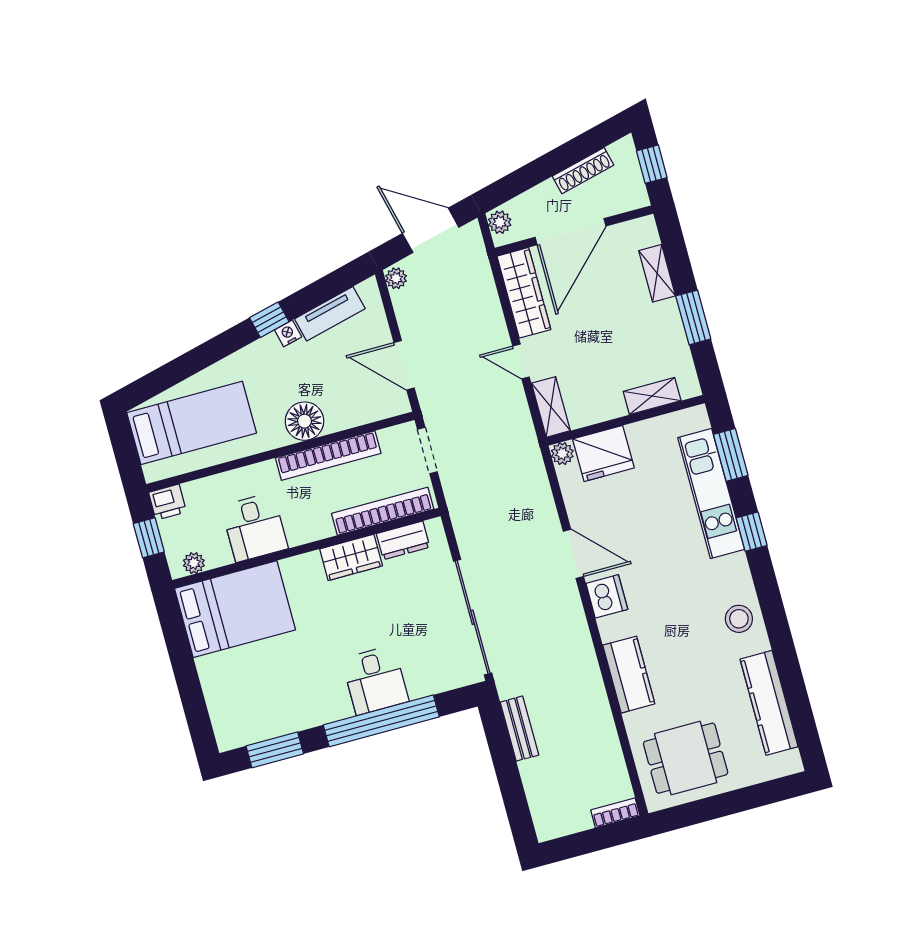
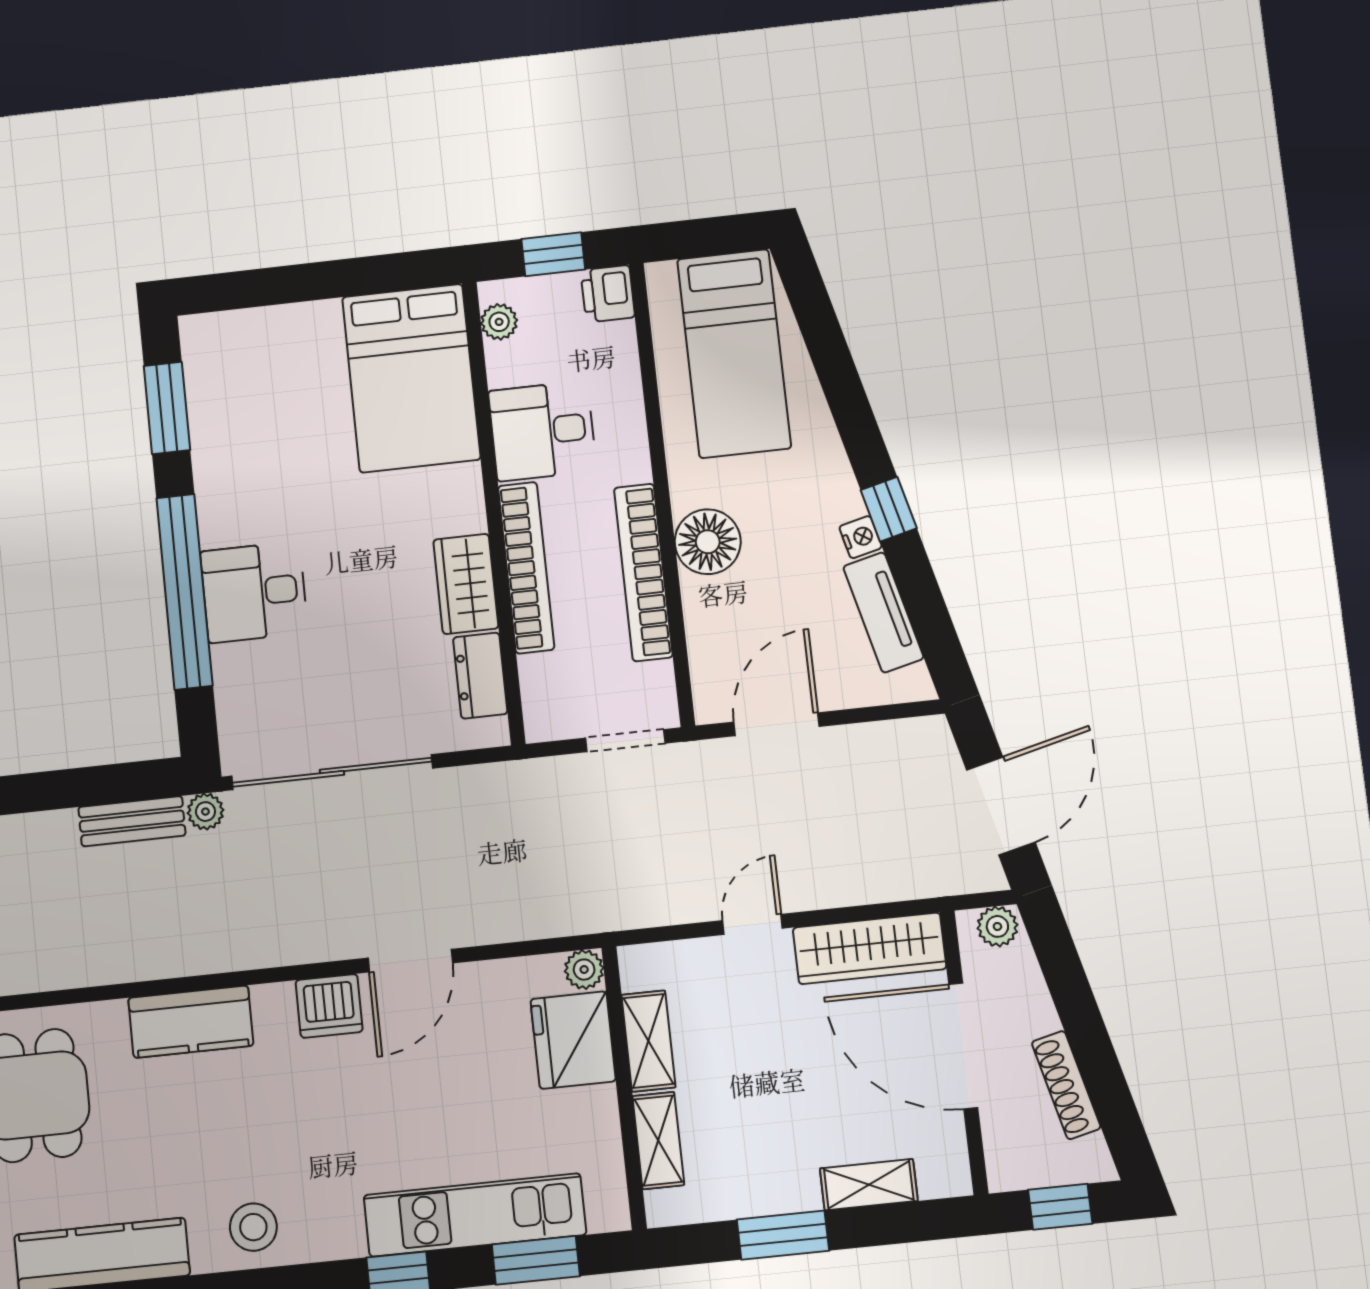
plant: (396, 278) -> (205, 812), moved
shelving: (551, 407) -> (648, 1041), moved, turned 90
bookcase: (383, 511) -> (526, 568), moved

